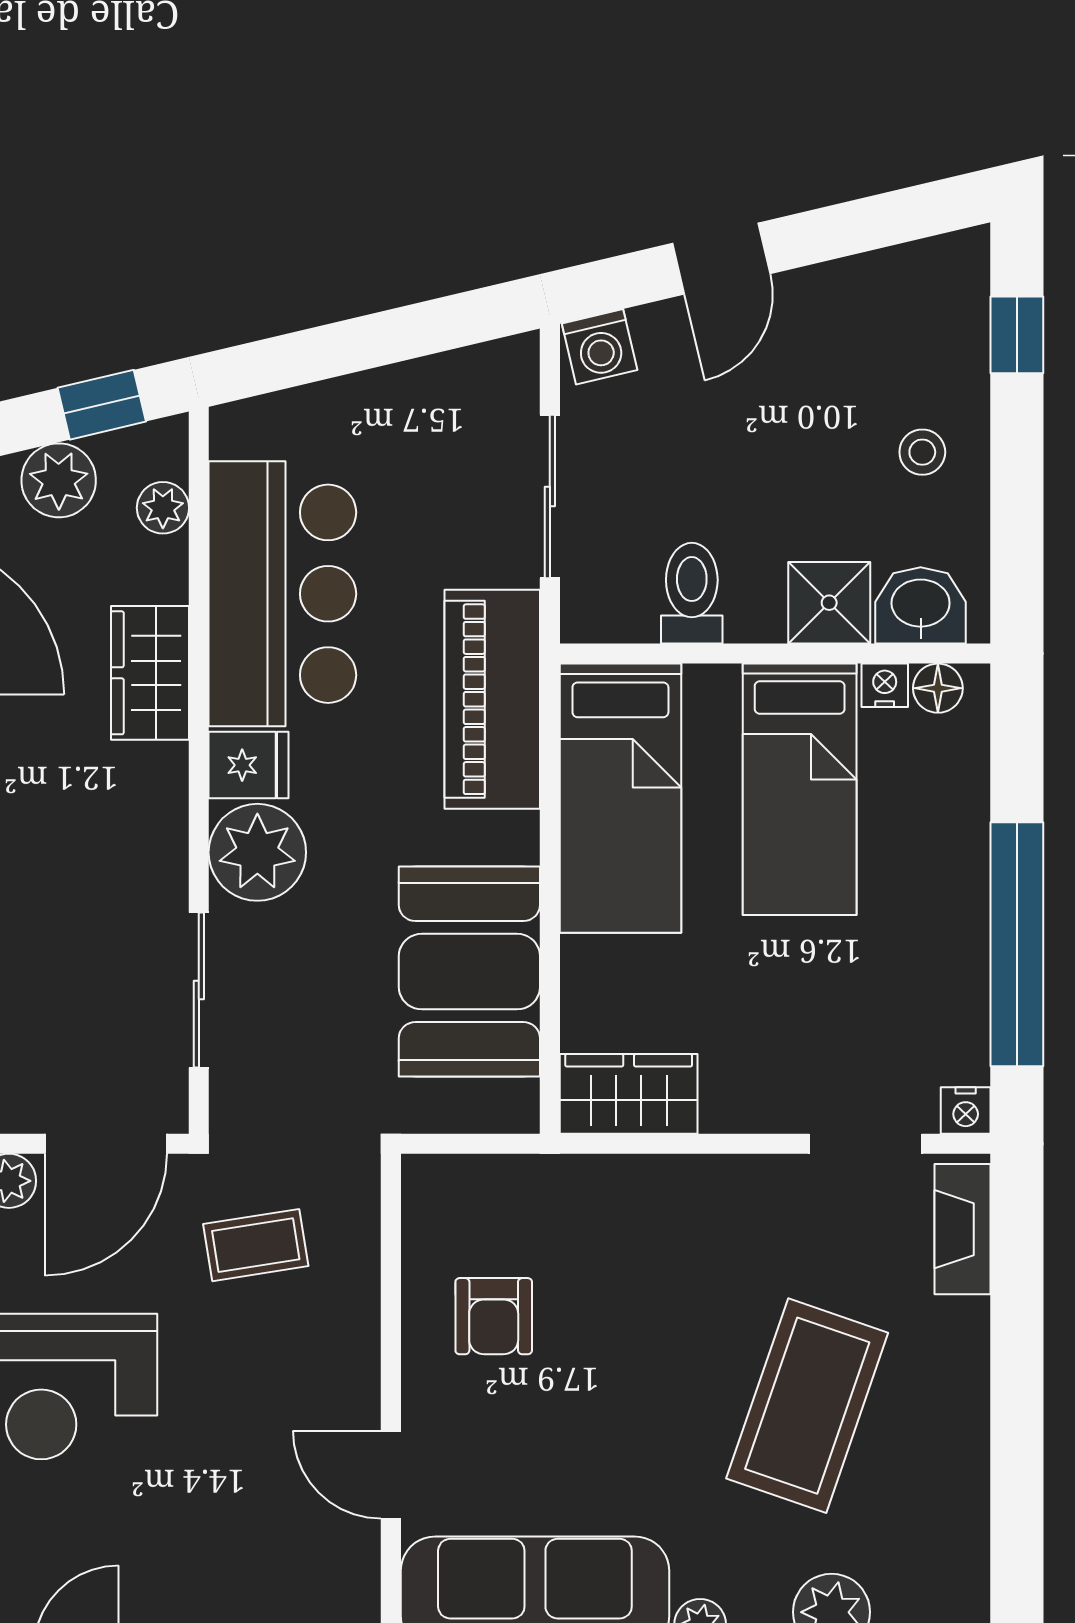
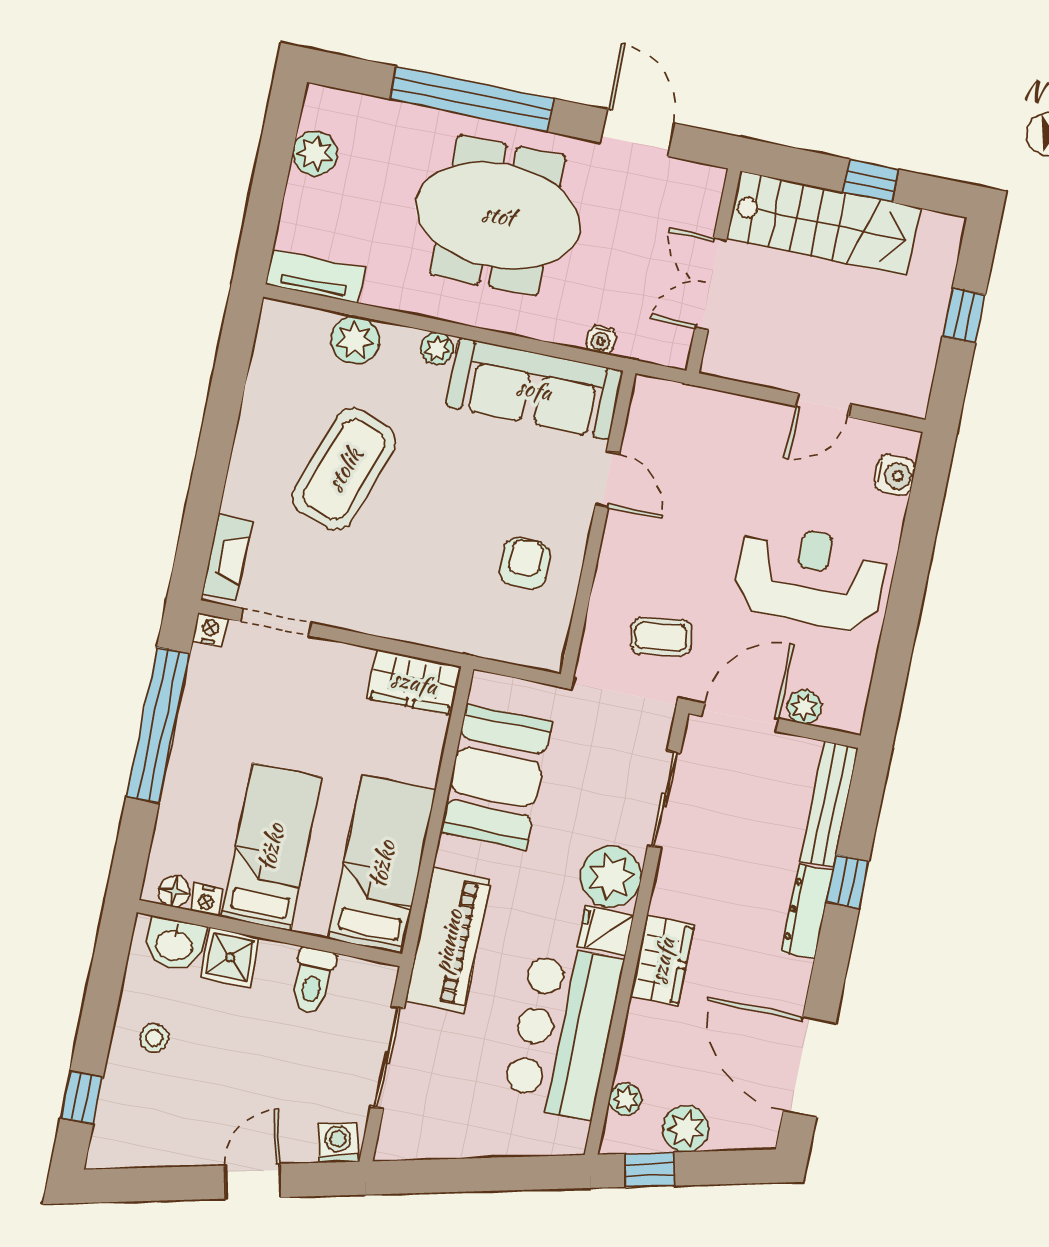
wardrobe: (150, 673) -> (662, 961), moved

